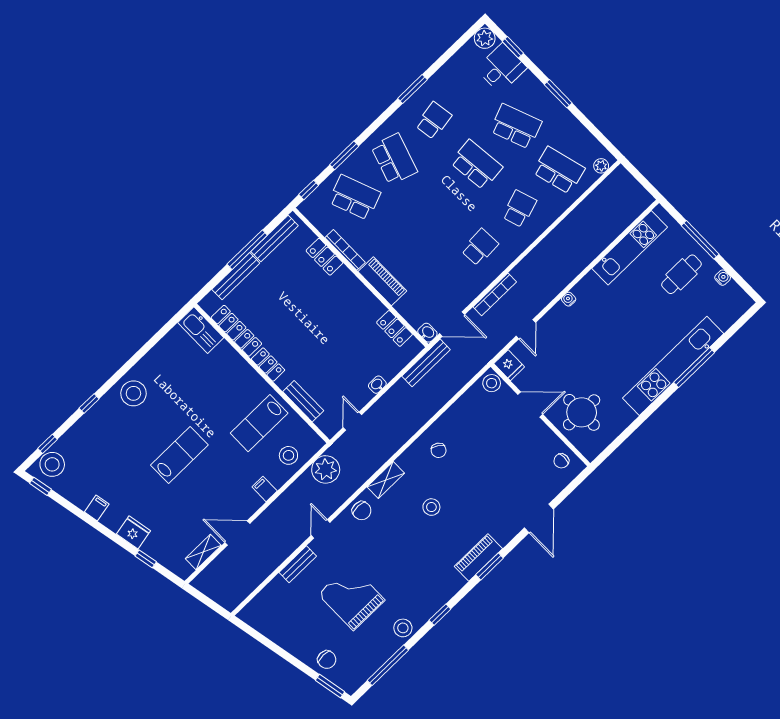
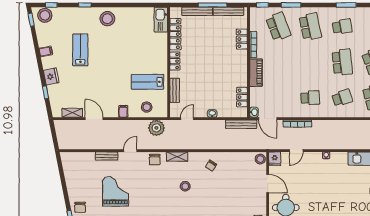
school desk: (394, 159) -> (310, 27), turned -30
lab bench: (179, 455) -> (80, 50), moved, turned -90

